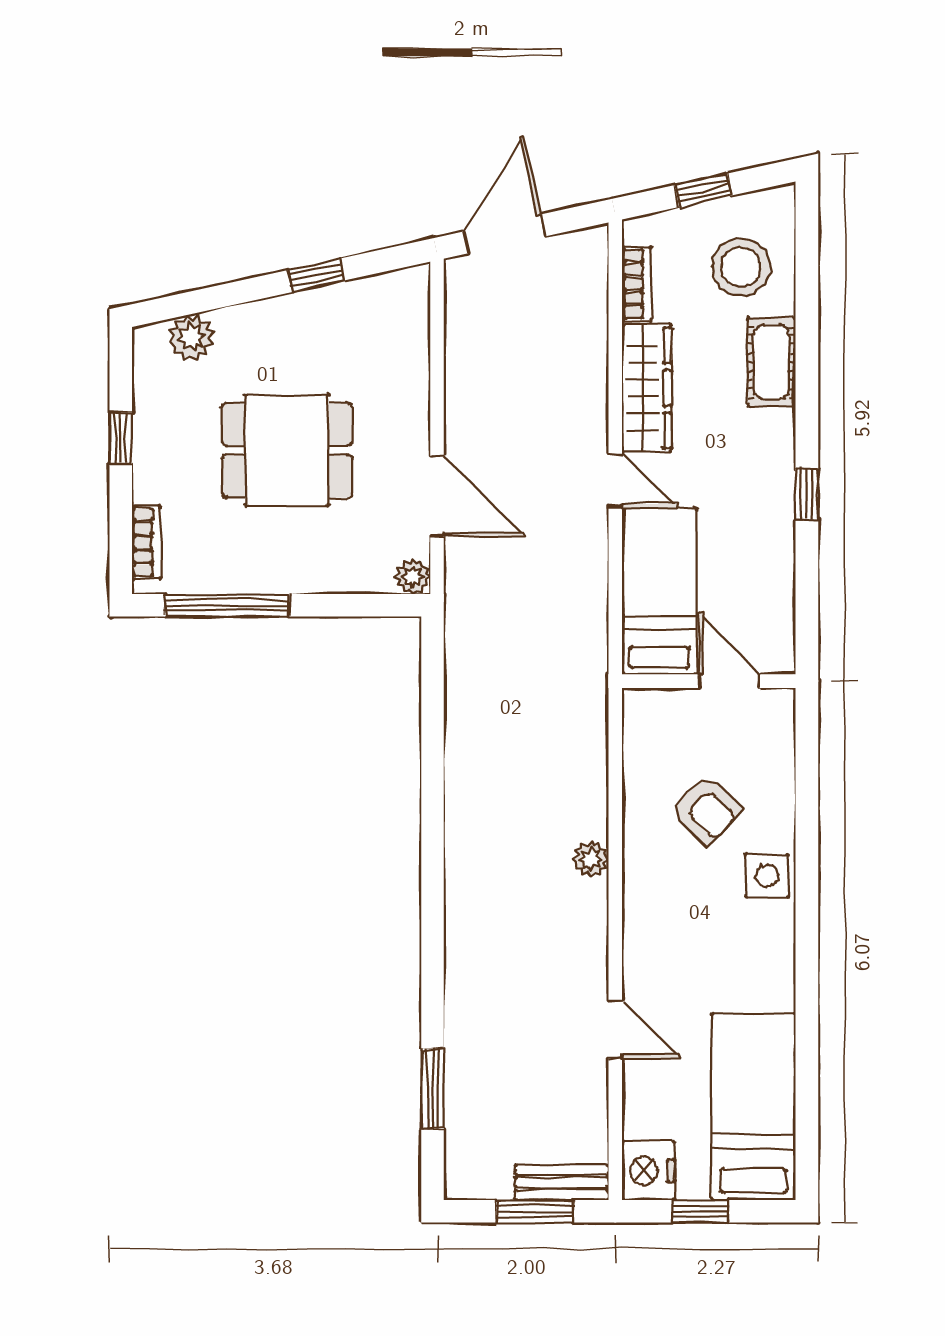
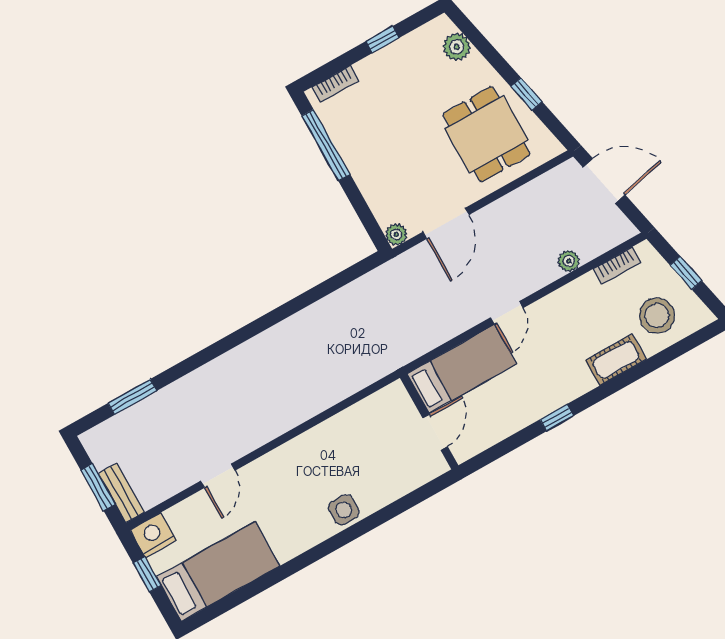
wardrobe: (647, 388) -> (565, 302), removed
dining table: (287, 450) -> (487, 134), moved
armchair: (707, 810) -> (361, 459), removed
plant: (591, 859) -> (569, 261), moved

